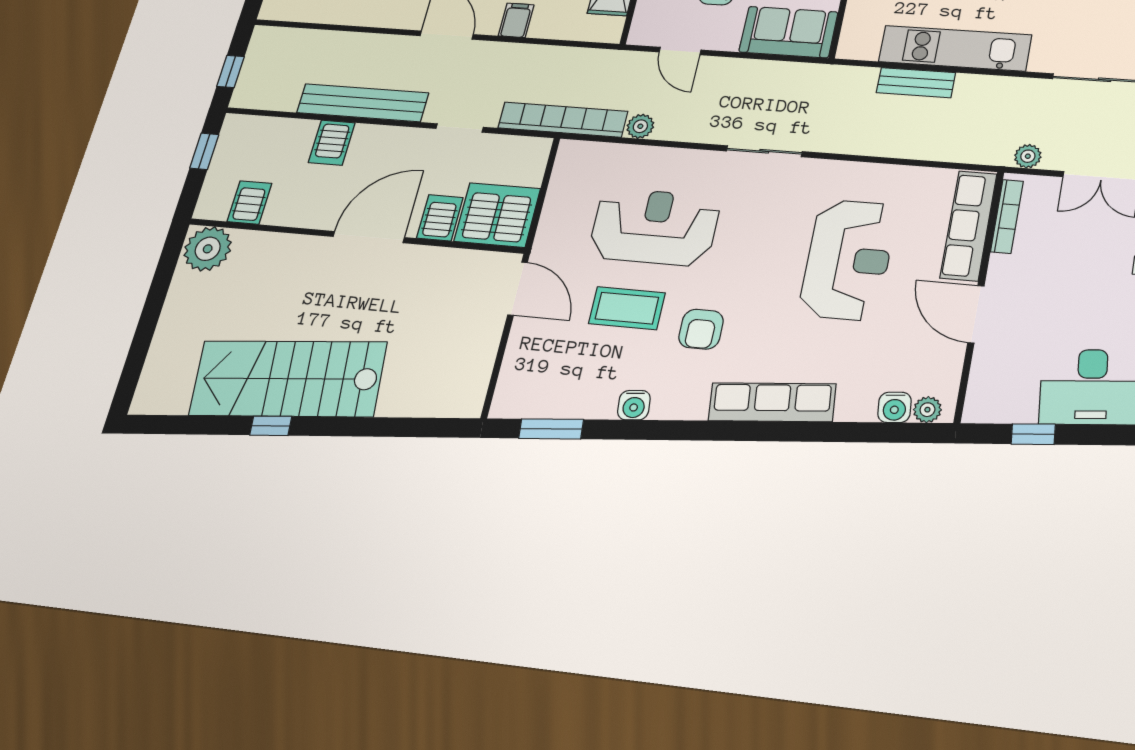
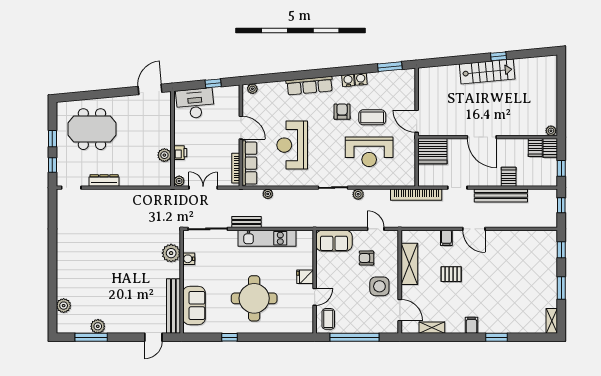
bench: (916, 83) -> (247, 222), moved
plant: (640, 126) -> (358, 194), moved
plant: (1028, 156) -> (268, 194), moved
server rack: (440, 218) -> (550, 148), moved
door: (369, 237) -> (482, 137), hinge flipped
plant: (208, 249) -> (551, 131), width x0.53, depth x0.53
stairs: (288, 379) -> (487, 72), width x0.73, depth x0.66
water cooler: (895, 407) -> (348, 80), moved

